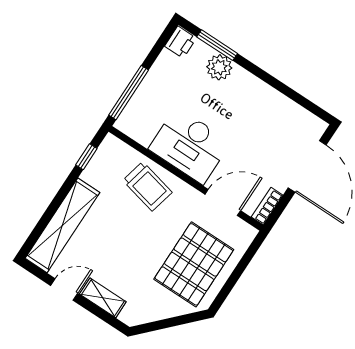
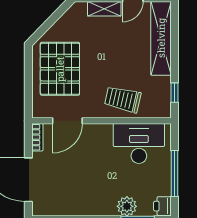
window: (129, 93) -> (174, 173), moved
desk: (190, 146) -> (139, 143), moved

